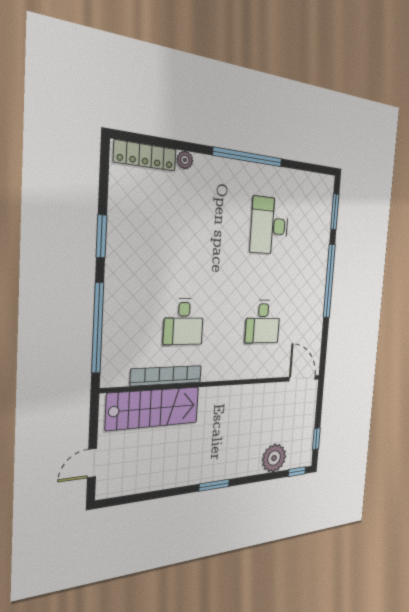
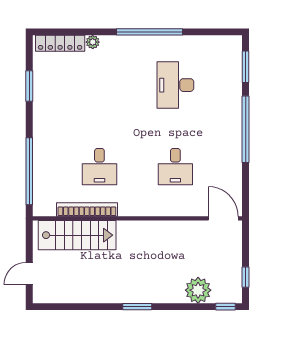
window: (101, 236) -> (29, 86), moved

